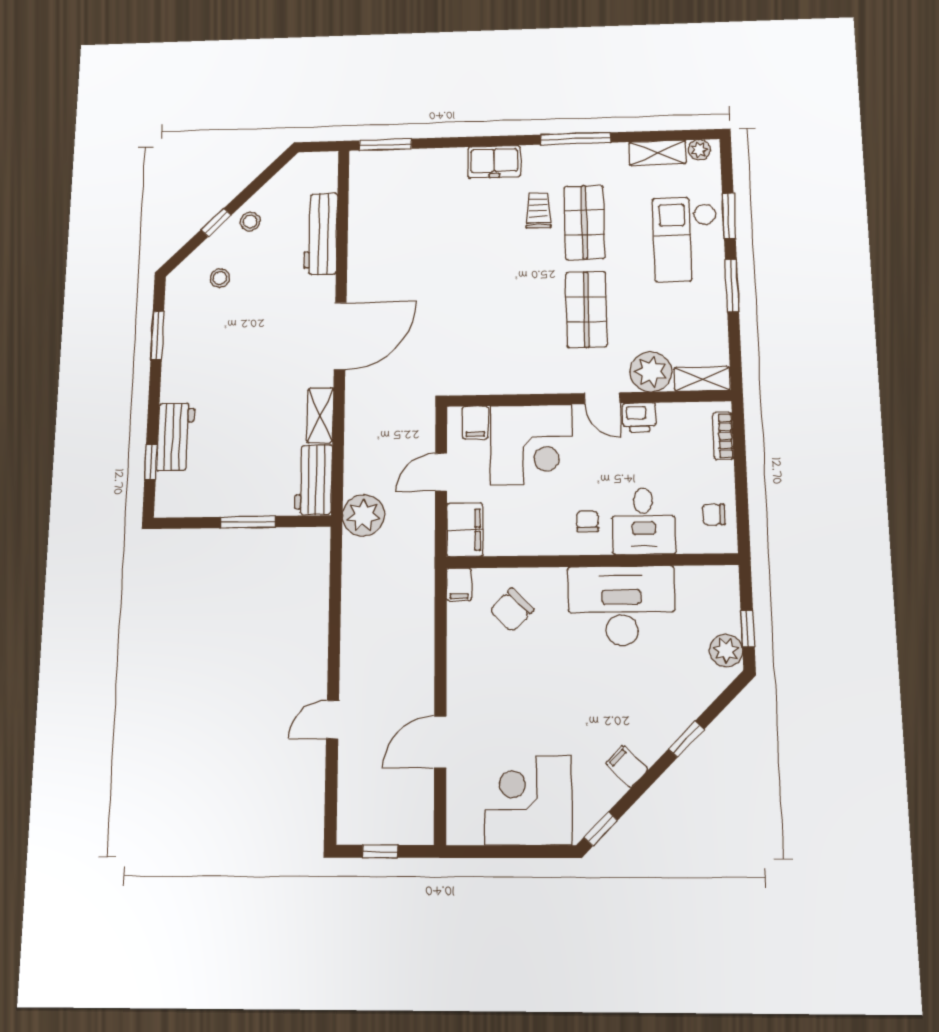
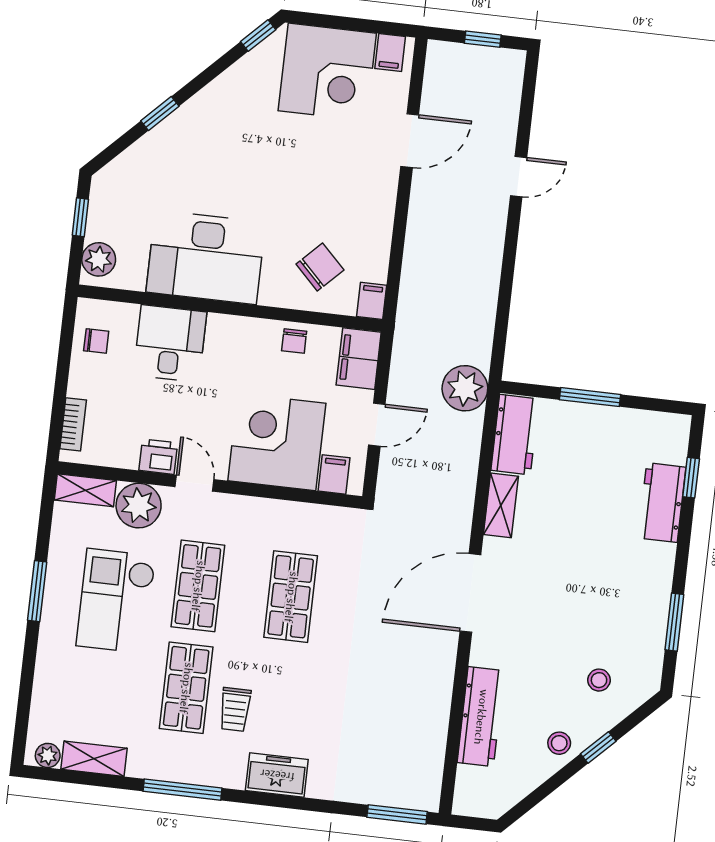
window: (729, 216) -> (28, 672), removed
checkout: (685, 239) -> (116, 601), moved, turned 180
shop shelf: (501, 311) -> (291, 597), added
chair: (587, 521) -> (294, 341), moved
plant: (726, 651) -> (99, 259), moved
filing cabinet: (627, 766) -> (390, 53), moved, turned 45

